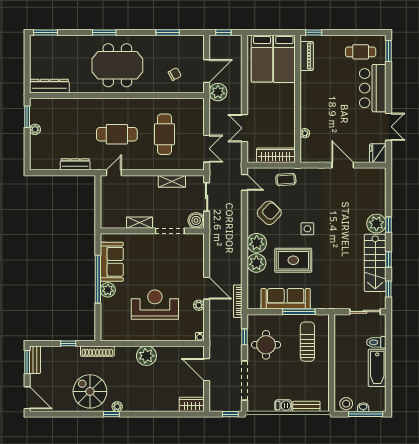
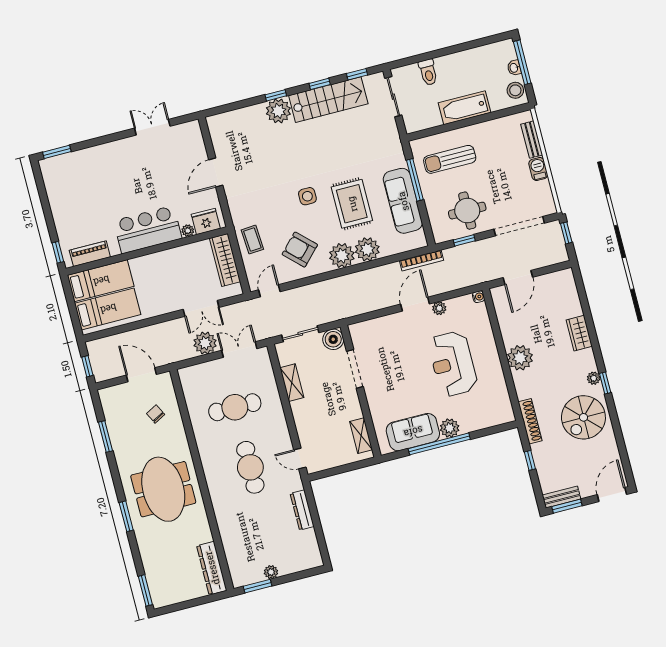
cafe table: (361, 52) -> (67, 187), removed
bar counter: (373, 88) -> (148, 230), moved, turned 180
plant: (218, 92) -> (205, 343), moved
fridge: (378, 153) -> (206, 221), moved, turned 180
shelving: (140, 223) -> (361, 436), moved
bathtub: (377, 368) -> (464, 108), moved, turned 180
wardrobe: (192, 404) -> (579, 333), moved

